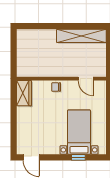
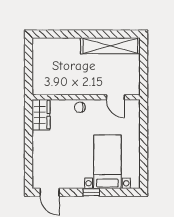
window: (78, 157) -> (91, 192), moved

